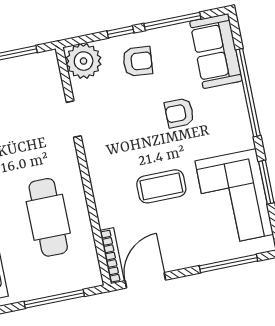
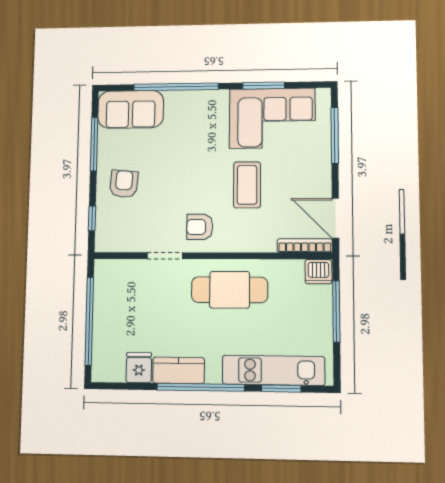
window: (120, 32) -> (92, 218), moved
plant: (84, 61) -> (112, 235), removed
armchair: (179, 113) -> (200, 227), moved, turned 90
cafe table: (48, 217) -> (230, 290), moved
dishwasher: (89, 274) -> (318, 272), added

